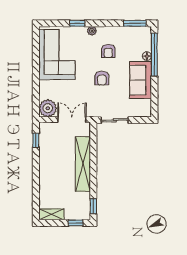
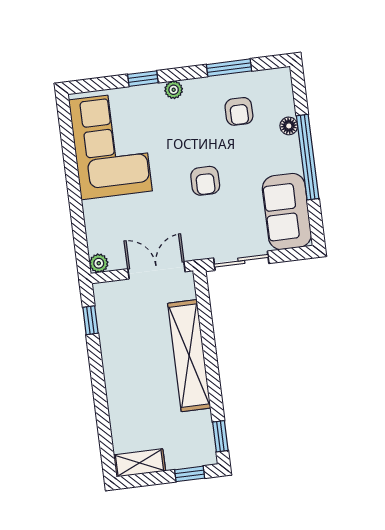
window: (135, 23) -> (229, 68), moved
armchair: (108, 51) -> (239, 111), moved
window: (154, 55) -> (308, 157), moved
sofa: (141, 80) -> (287, 211), moved
plant: (48, 108) -> (99, 263), width x0.53, depth x0.53

